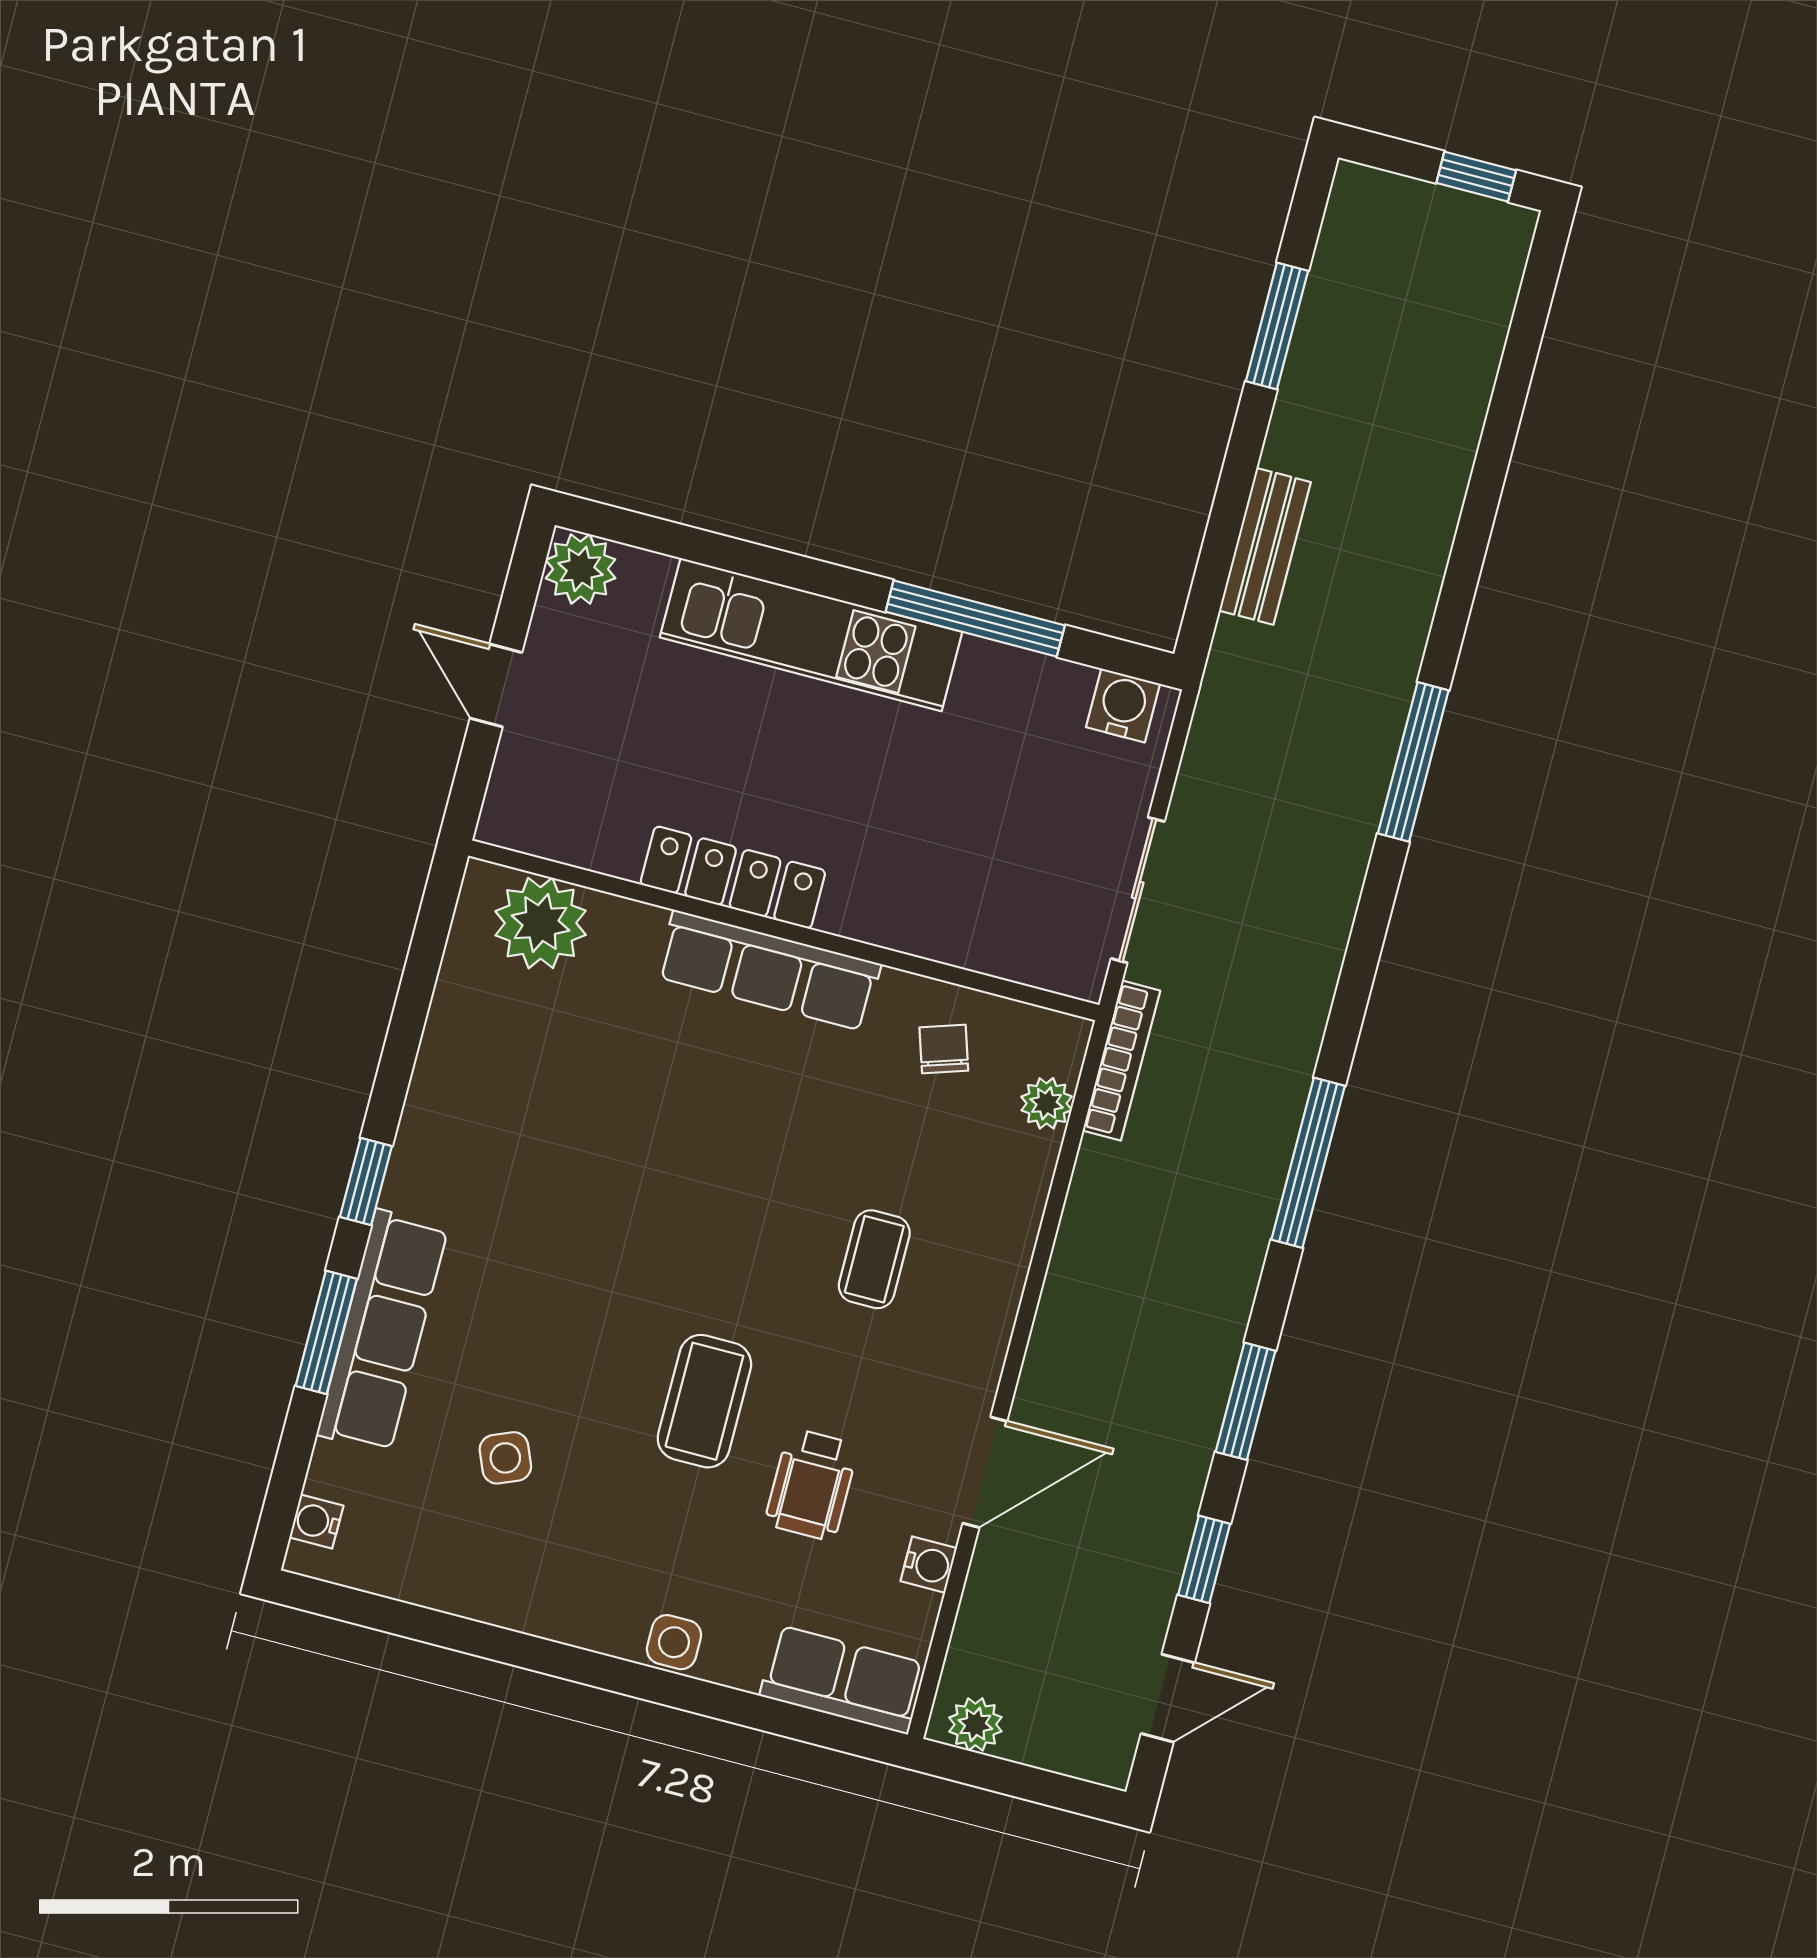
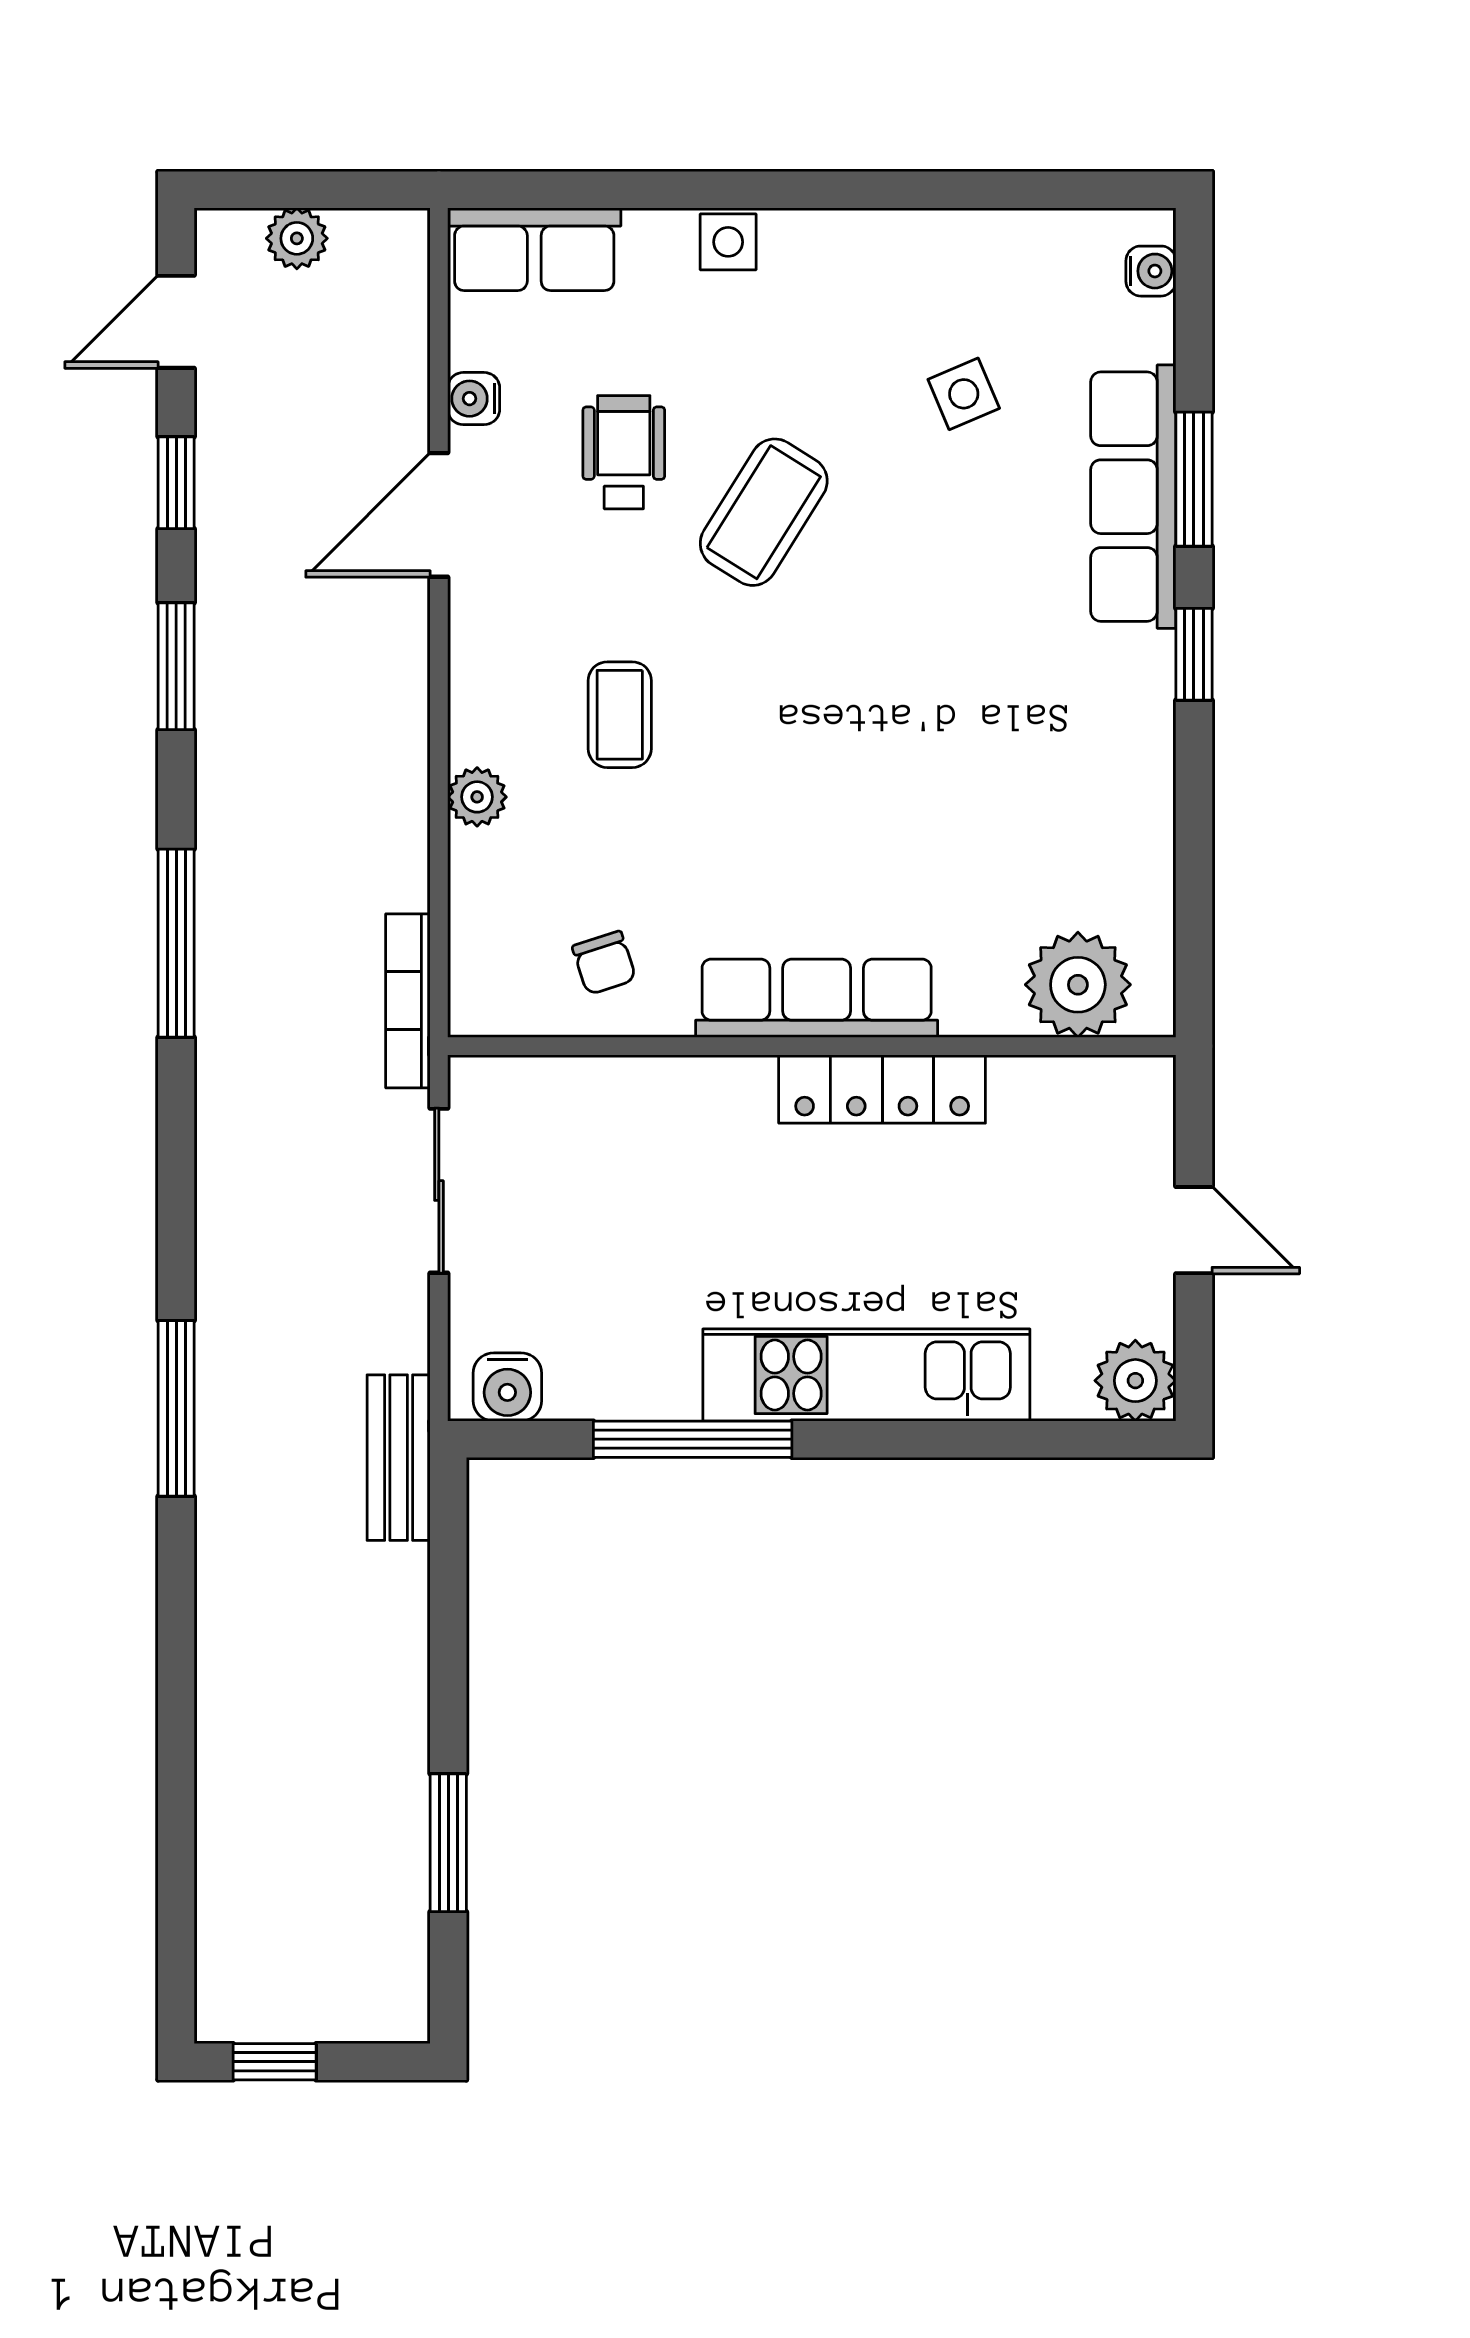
bench: (1265, 546) -> (399, 1458), moved
plant: (1047, 1103) -> (477, 797), moved
coffee table: (704, 1401) -> (764, 512), turned 32
plant: (975, 1724) -> (297, 238), moved

